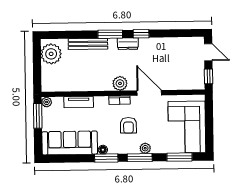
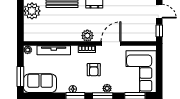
door: (149, 93) -> (111, 44), hinge flipped
tv unit: (79, 102) -> (54, 50), width x1.41
window: (38, 116) -> (20, 77), moved
sofa: (70, 143) -> (40, 83), width x0.73

